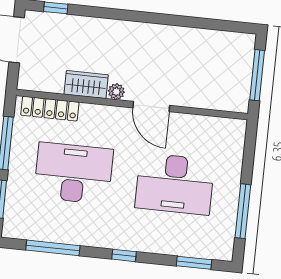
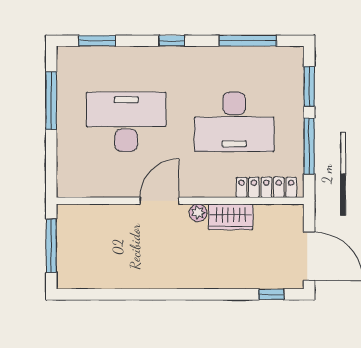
door: (151, 107) -> (159, 201), hinge flipped

